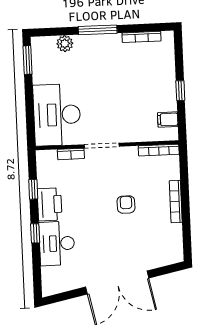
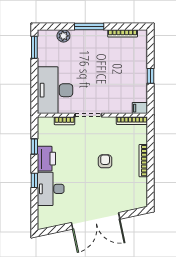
filing cabinet: (168, 120) -> (140, 108), moved

